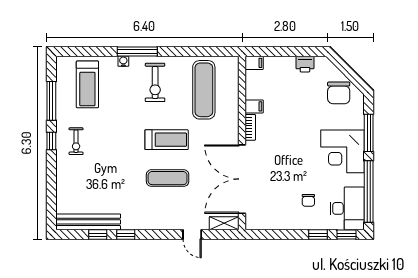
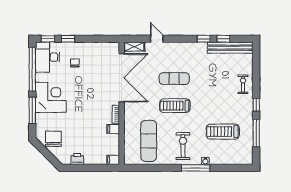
treadmill: (87, 84) -> (223, 132), moved, turned -90
exercise bike: (76, 141) -> (243, 84), moved

